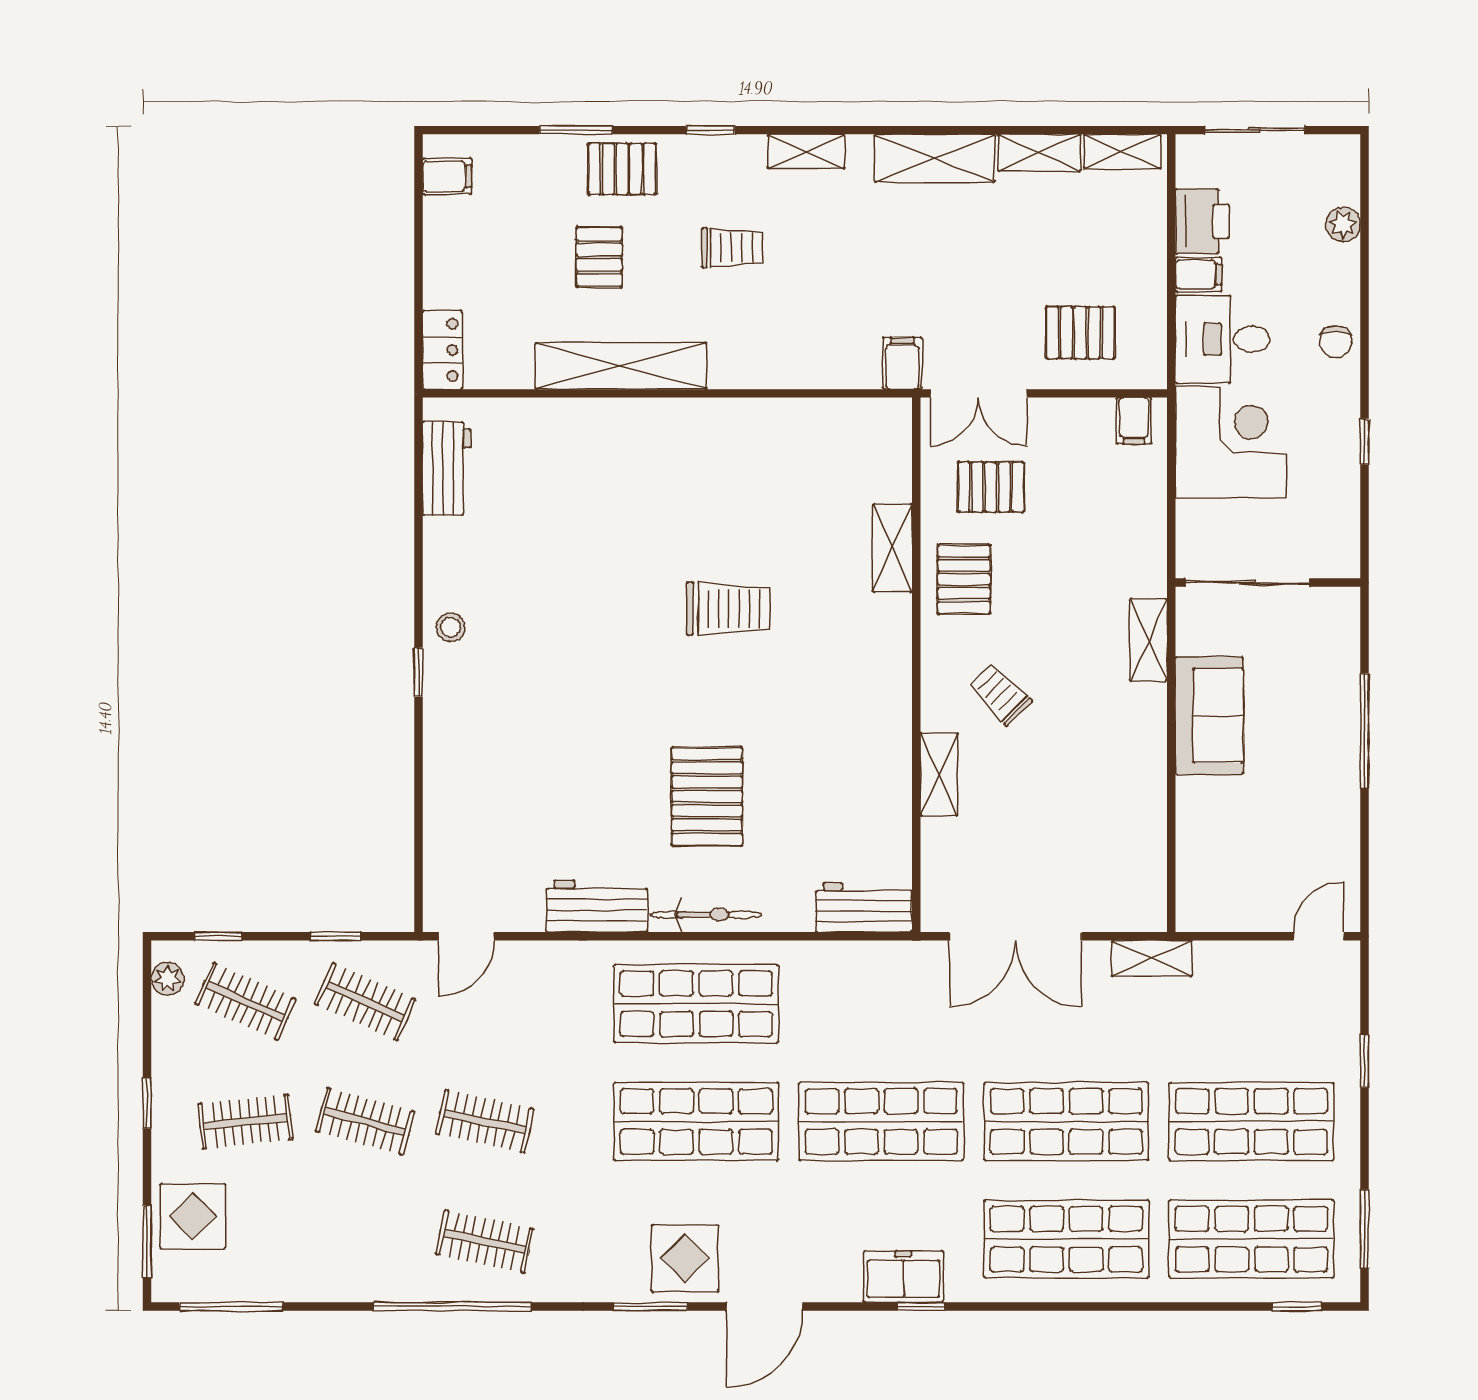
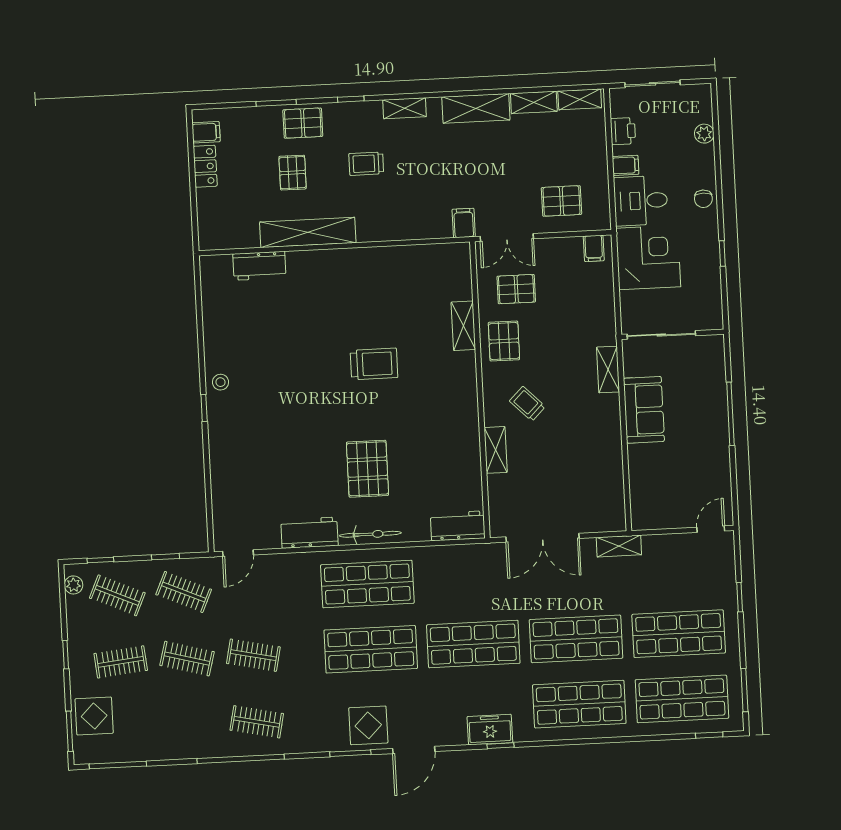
printer: (1202, 221) -> (623, 131), width x0.73, depth x0.81
trolley: (732, 248) -> (366, 164), turned 180
locker: (442, 350) -> (205, 166), moved
workbench: (447, 468) -> (259, 266), moved, turned 90

